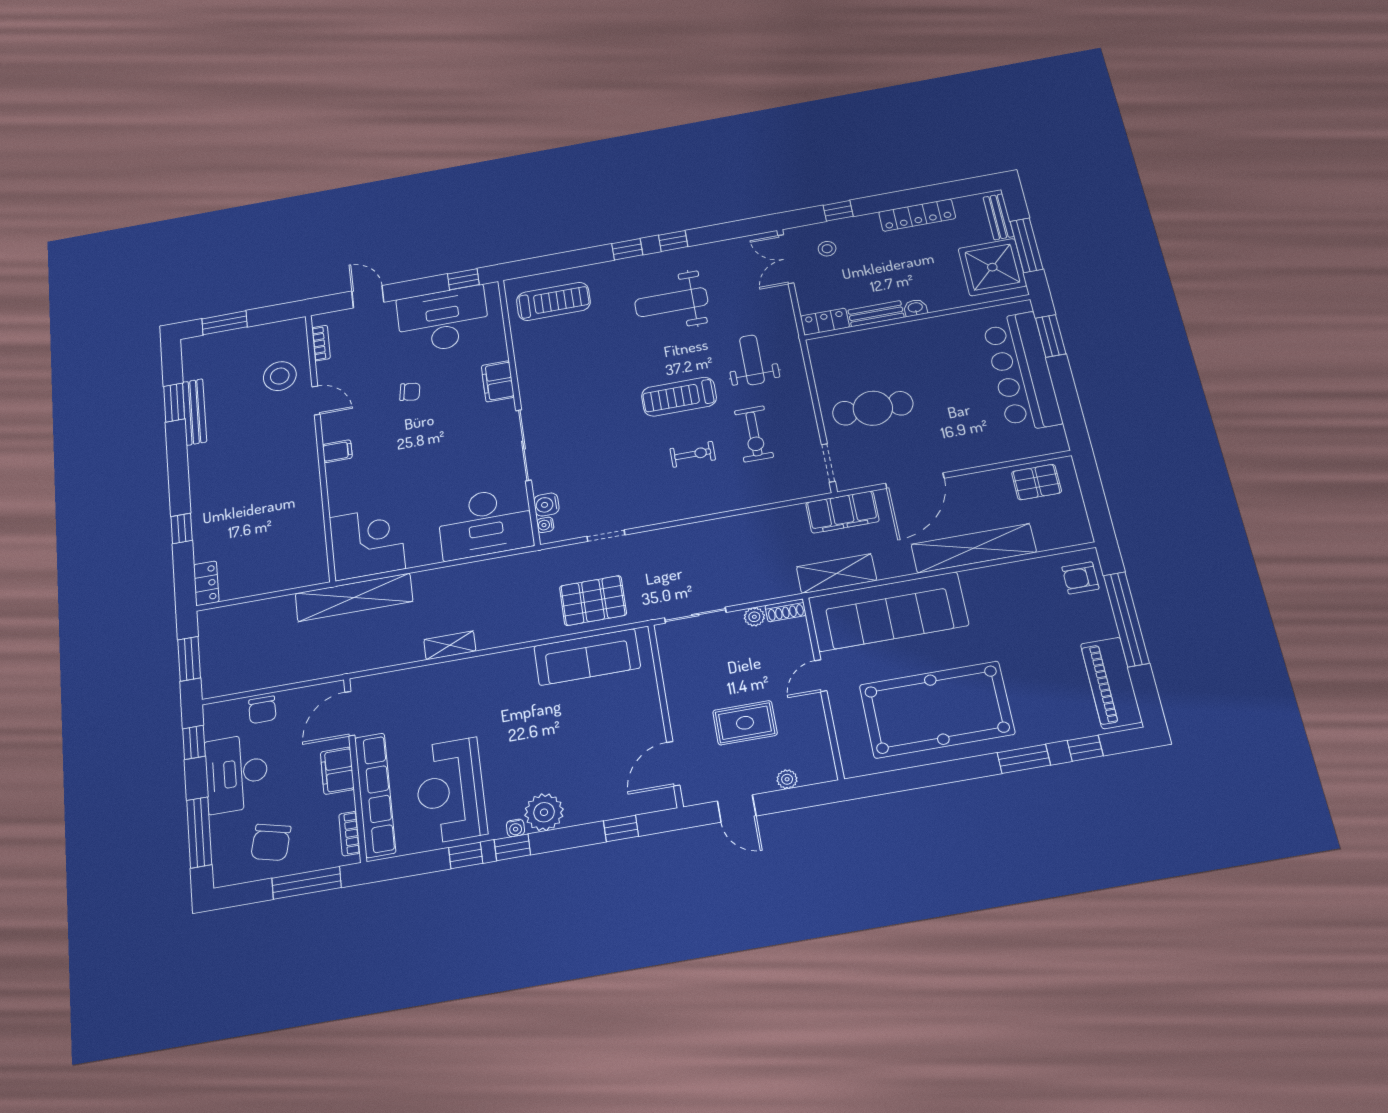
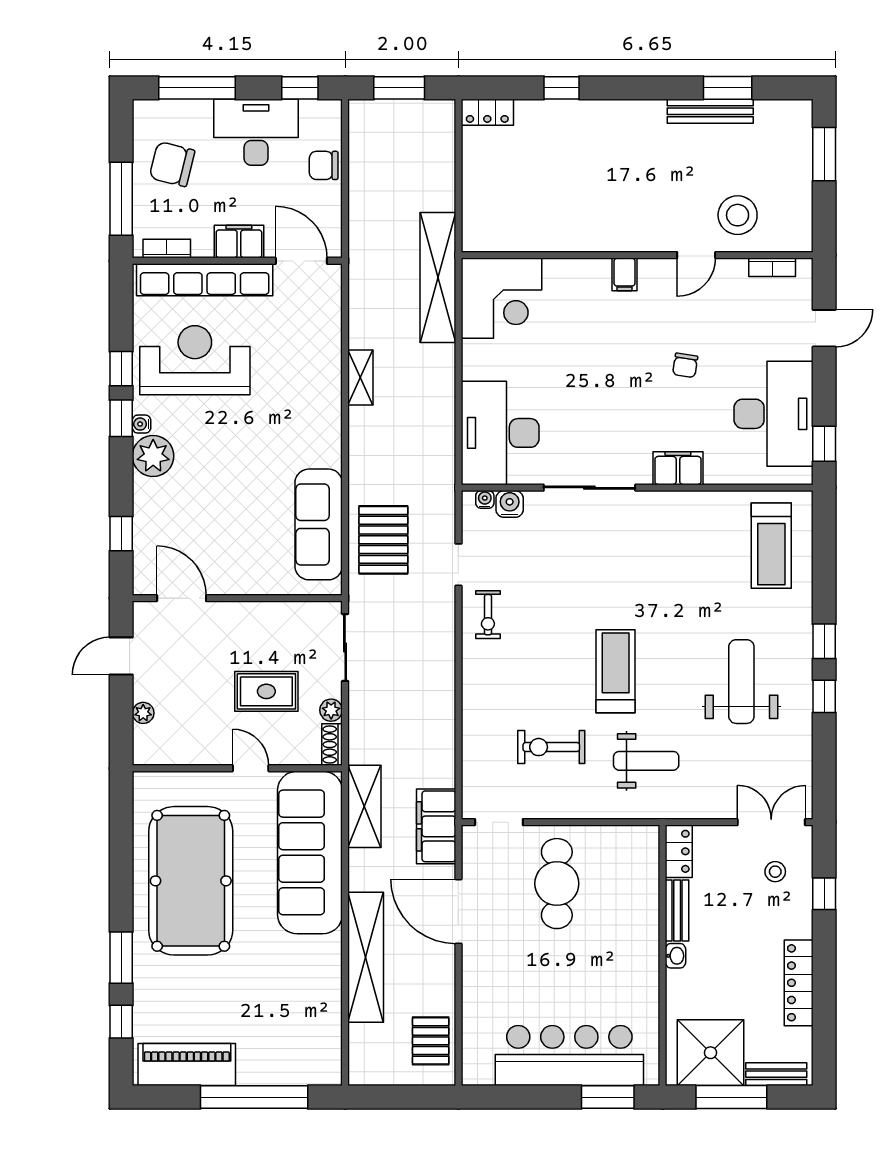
exercise bike: (693, 454) -> (488, 615), moved
armchair: (1080, 578) -> (310, 1061), removed
rug: (745, 723) -> (266, 691), moved, turned 90

